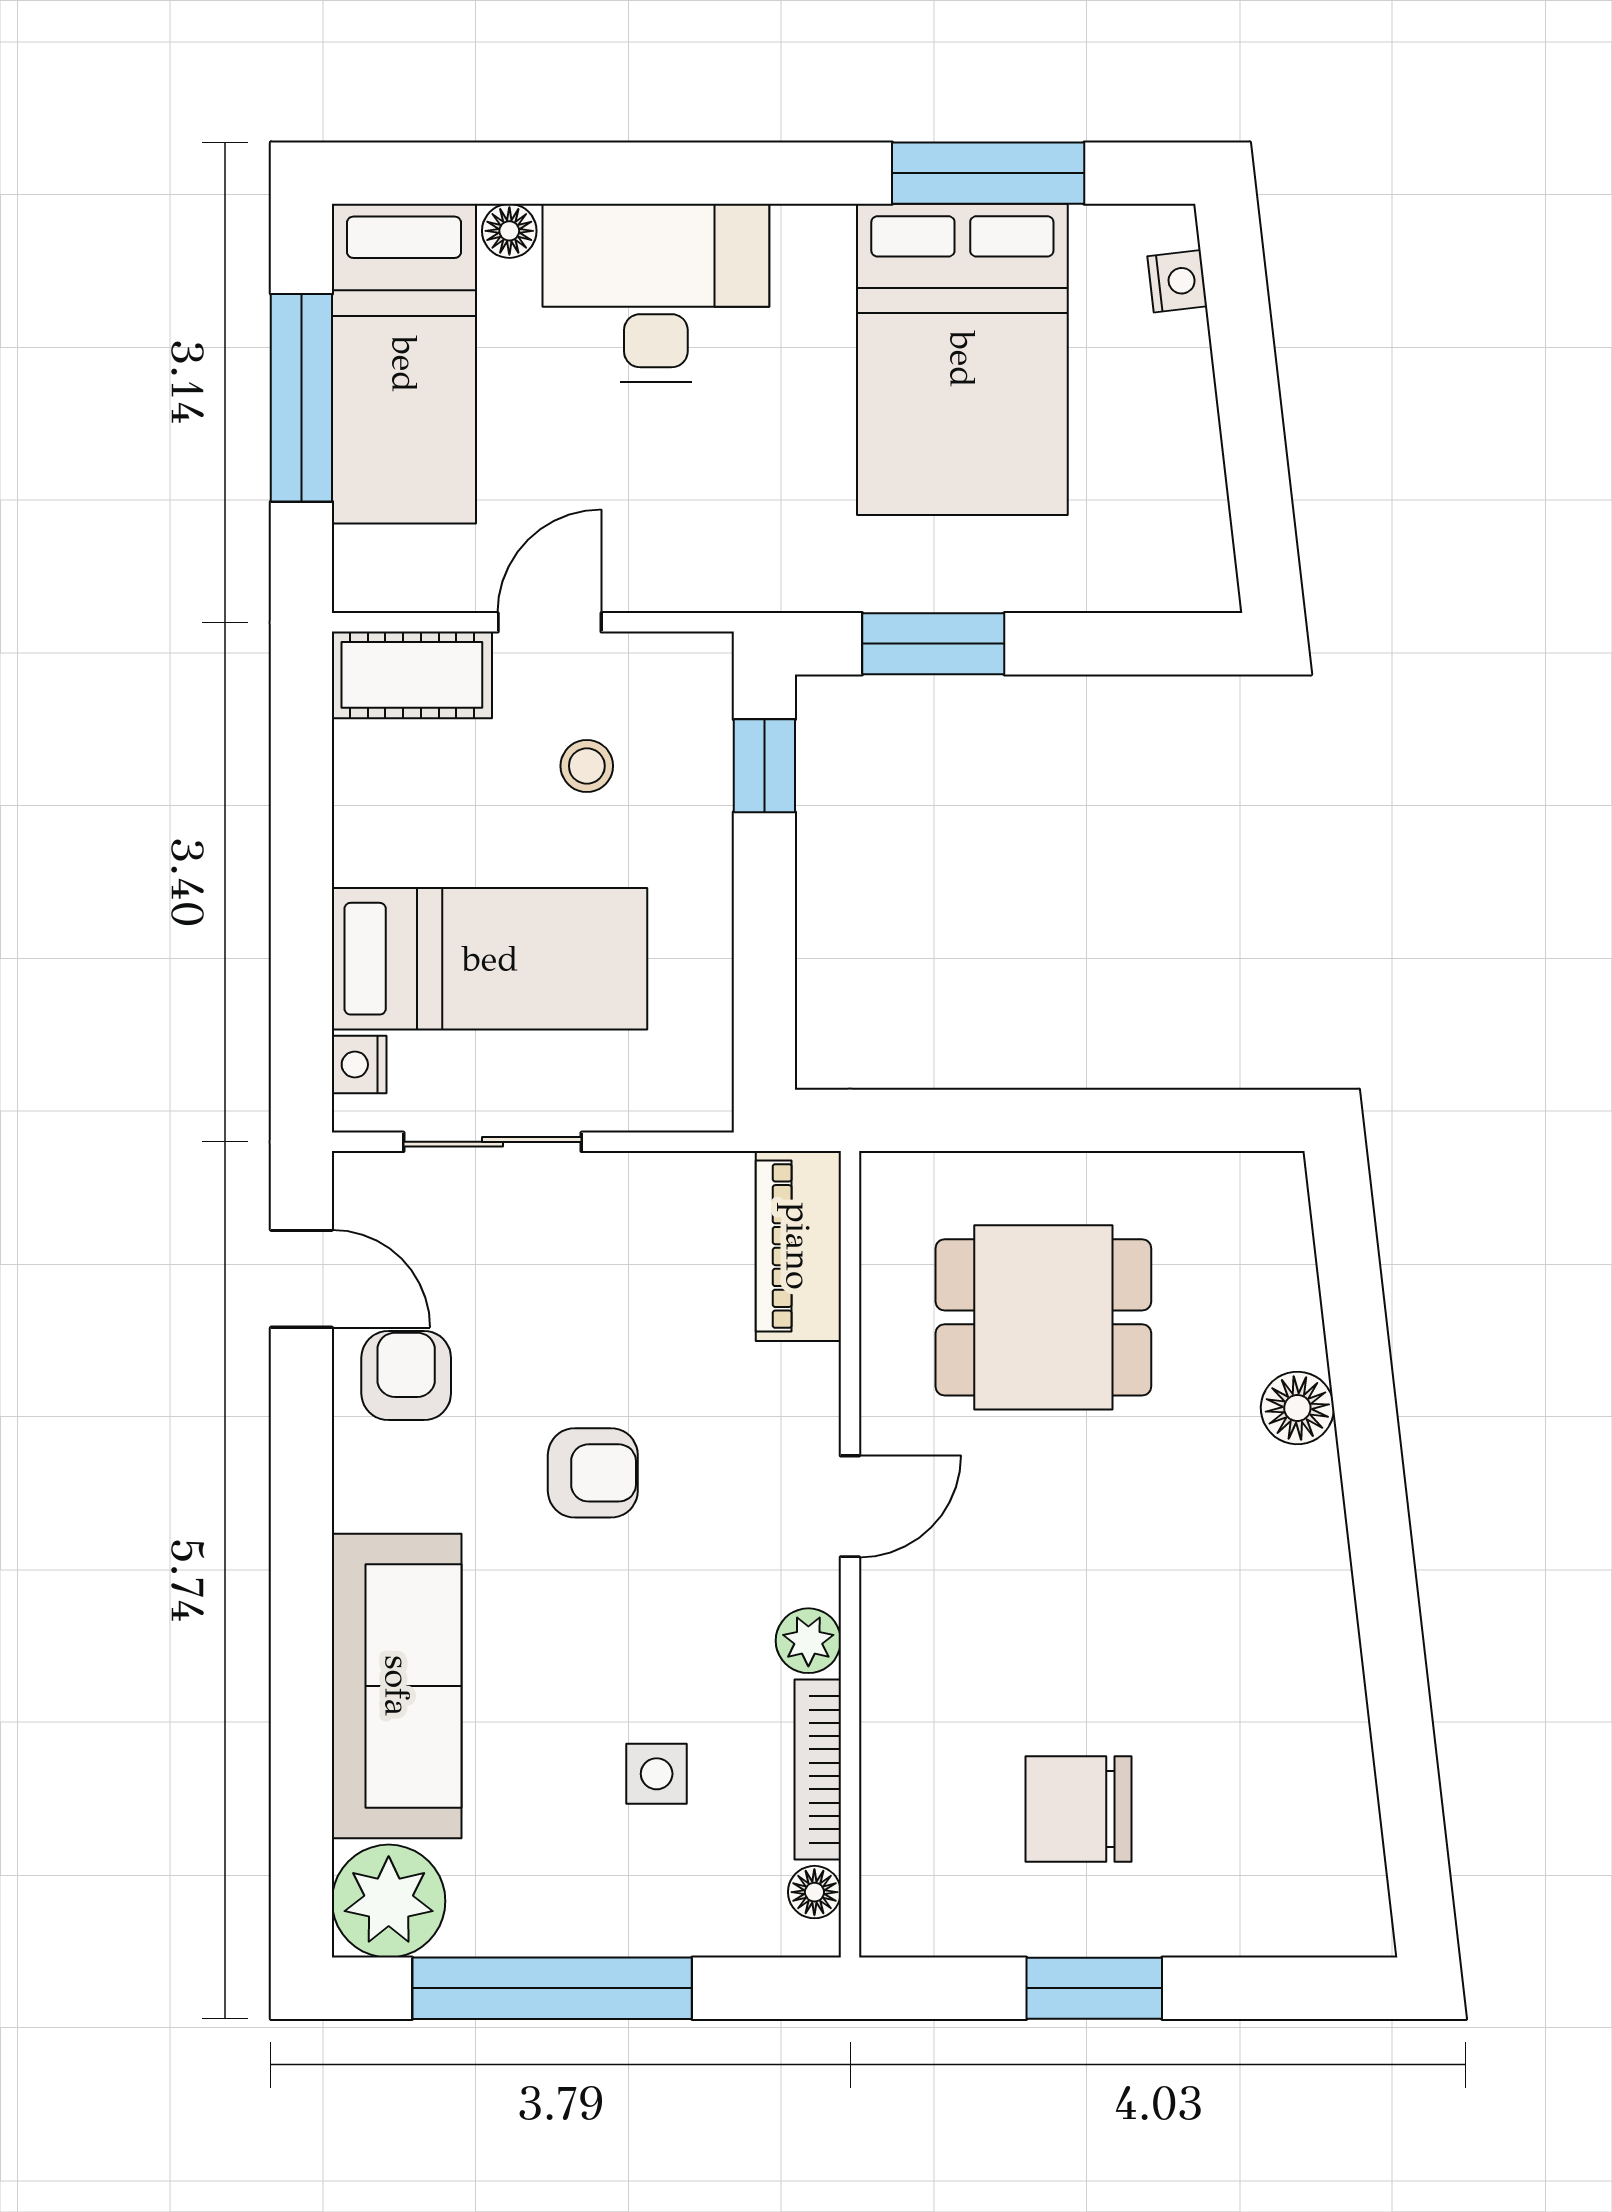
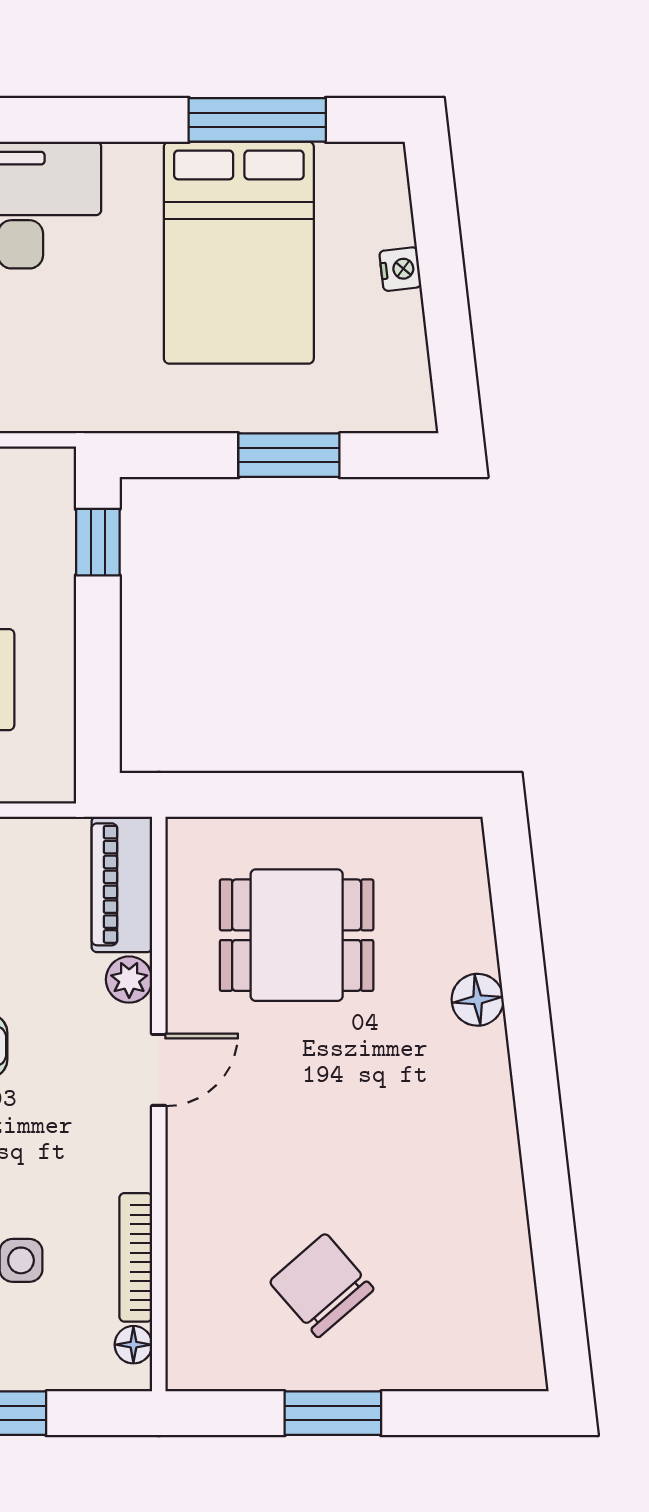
nightstand: (1177, 281) -> (400, 269), moved
window: (933, 644) -> (289, 455), moved
plant: (808, 1641) -> (129, 980), moved
chair: (1079, 1809) -> (322, 1285), turned 49

